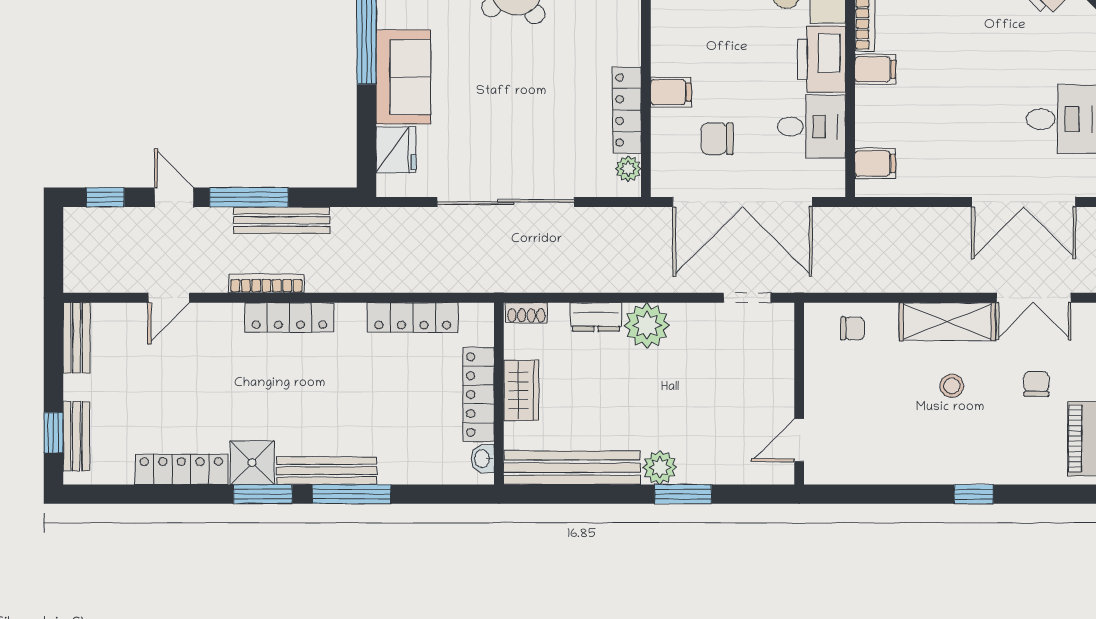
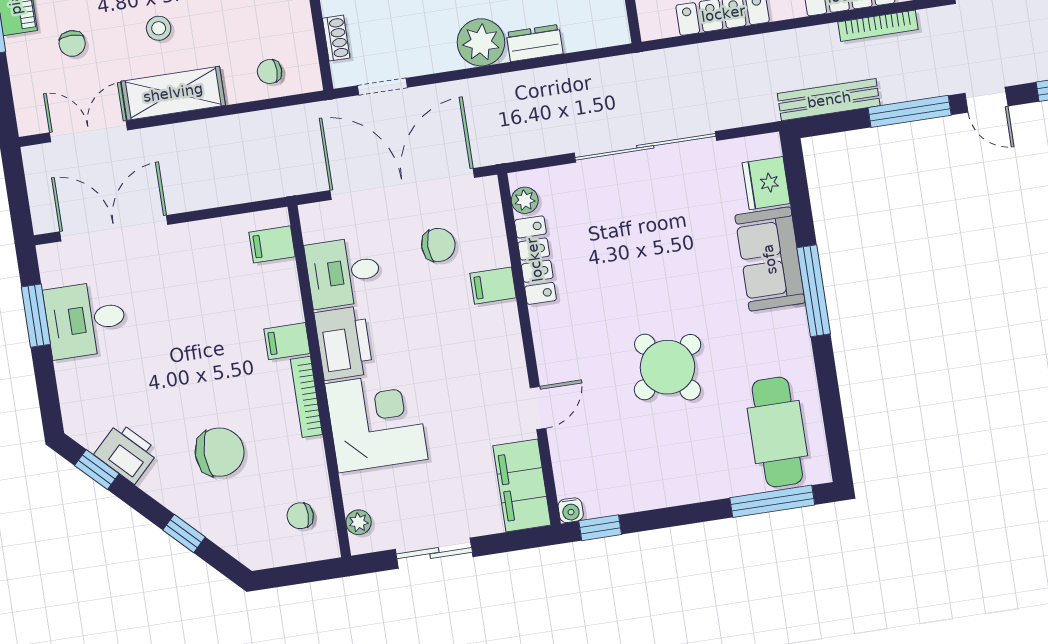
bench: (282, 220) -> (829, 100), moved
shoe rack: (526, 313) -> (336, 38), moved, turned 90

